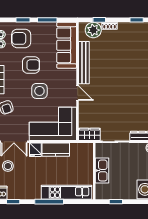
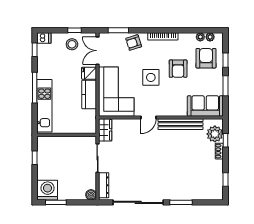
sofa: (67, 45) -> (205, 106), width x0.73
kitchen sink: (102, 171) -> (67, 143), removed

